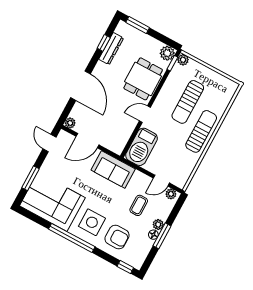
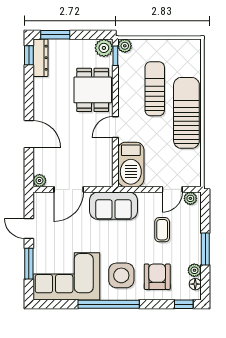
window: (104, 43) -> (29, 55), moved
dresser: (111, 49) -> (40, 58), moved
door: (80, 86) -> (29, 134), width x0.73
sun lounger: (188, 102) -> (155, 89), turned 180
sun lounger: (201, 131) -> (186, 113), width x1.36, depth x1.34
door: (50, 143) -> (29, 228), moved
plant: (158, 225) -> (194, 270), moved
floor lamp: (153, 235) -> (195, 284), moved
armchair: (117, 237) -> (157, 277), turned -90

